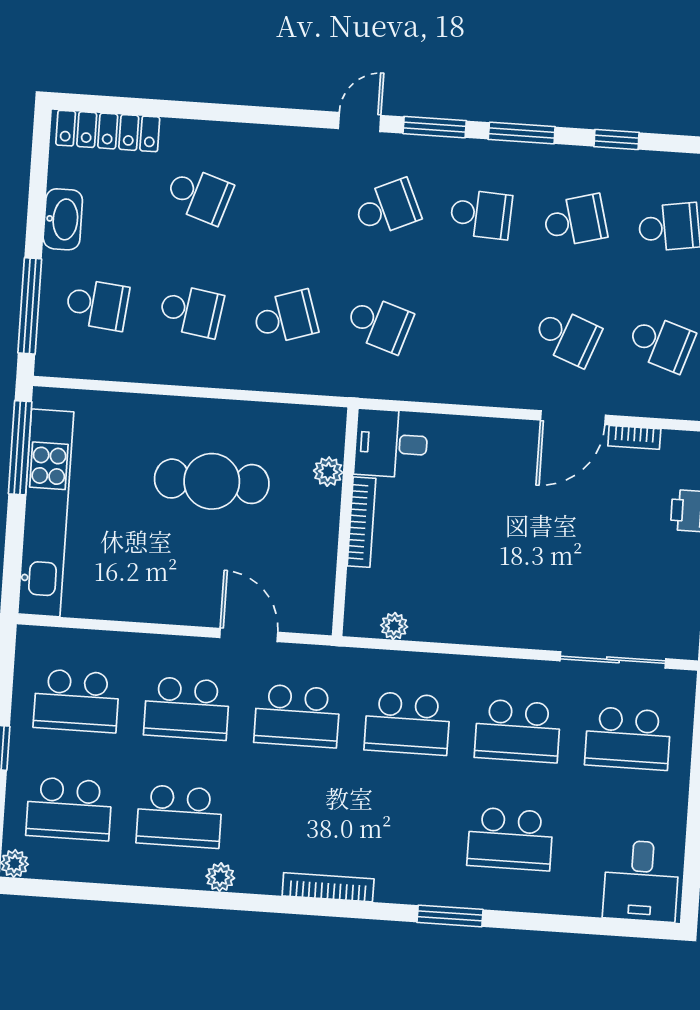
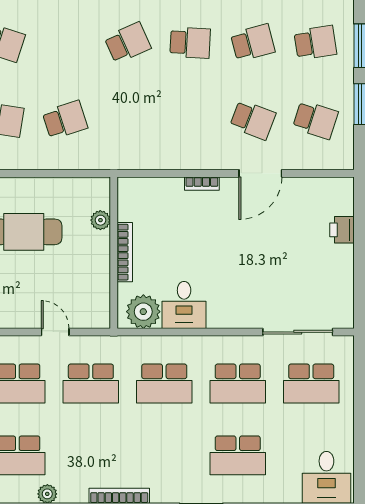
school desk: (379, 324) -> (128, 120), removed
bookcase: (634, 437) -> (202, 184), moved
desk: (391, 444) -> (184, 305), moved, turned -90
plant: (394, 626) -> (143, 312), width x1.88, depth x1.88
door: (249, 635) -> (55, 332), width x0.73

